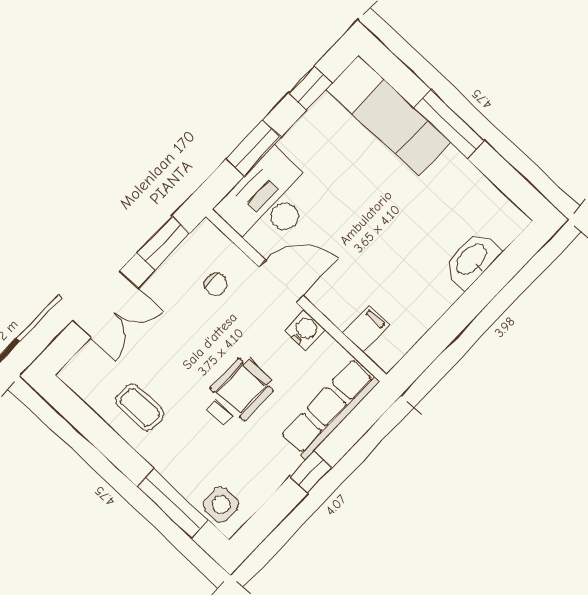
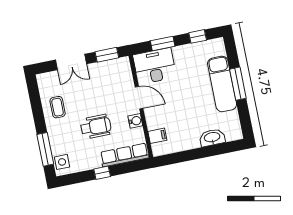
exam couch: (388, 116) -> (222, 84), moved
chair: (216, 284) -> (115, 82), removed

